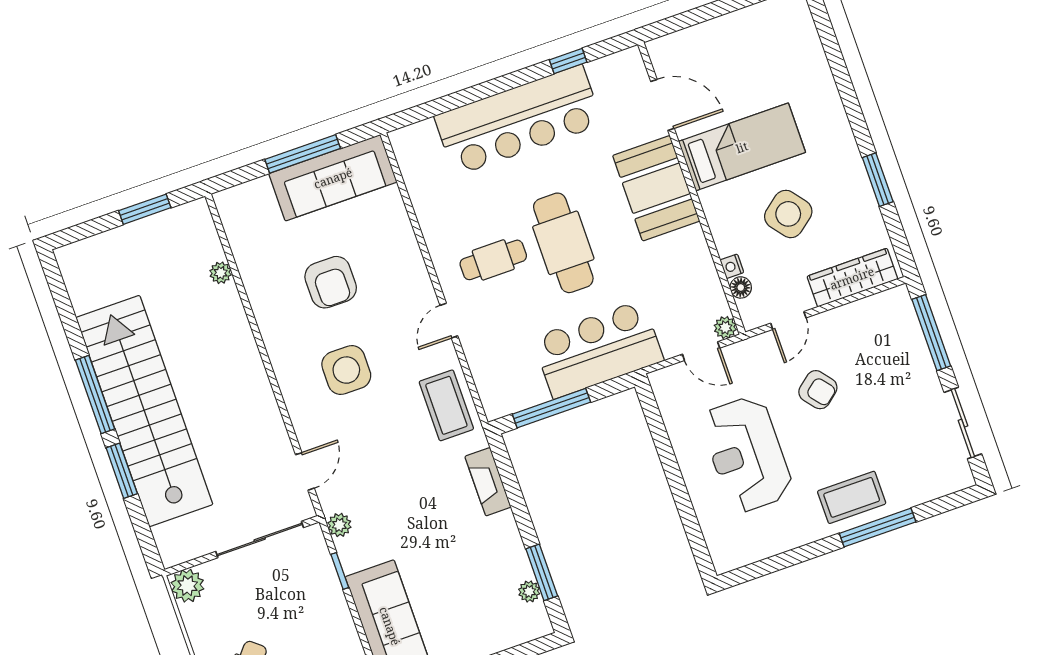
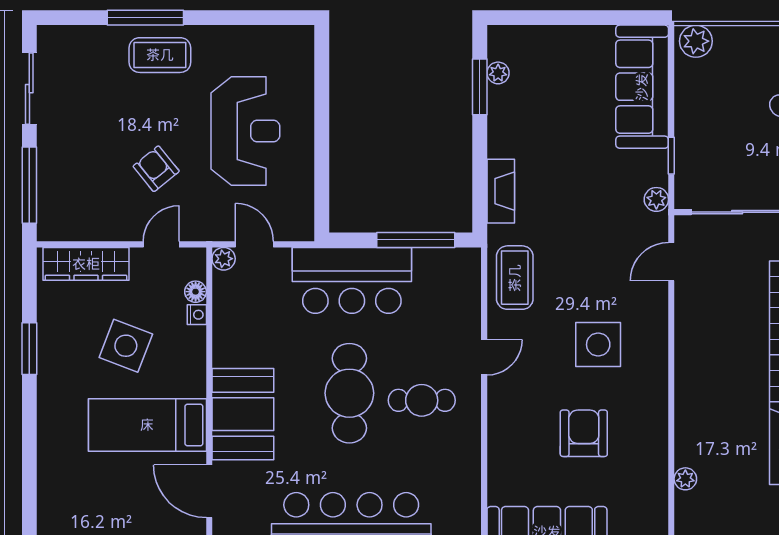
side table: (788, 214) -> (126, 346), turned -31

